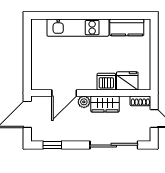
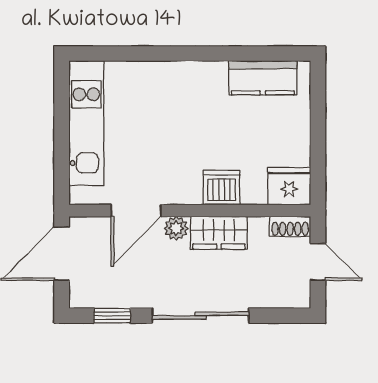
kitchen unit: (78, 28) -> (86, 123), moved, turned -90
fridge: (127, 81) -> (289, 186), moved
sliding door: (114, 145) -> (200, 316), moved

